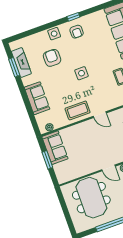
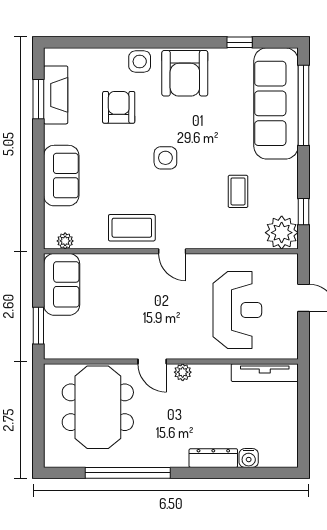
window: (73, 17) -> (240, 42), moved
armchair: (77, 32) -> (185, 73), width x1.88, depth x1.88
window: (47, 160) -> (38, 326), moved

